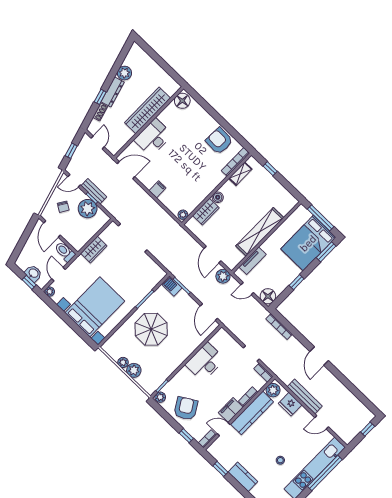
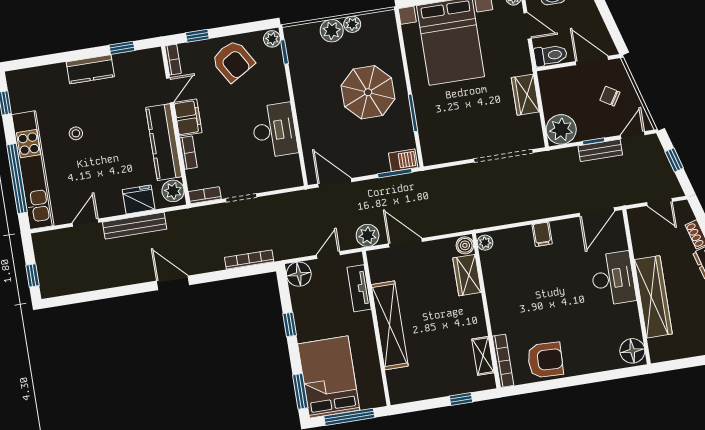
boiler: (218, 197) -> (465, 245), moved
plant: (88, 209) -> (561, 129), moved

